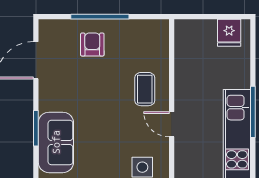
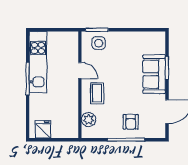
plant: (158, 48) -> (89, 119), added
sofa: (56, 142) -> (154, 74), moved

